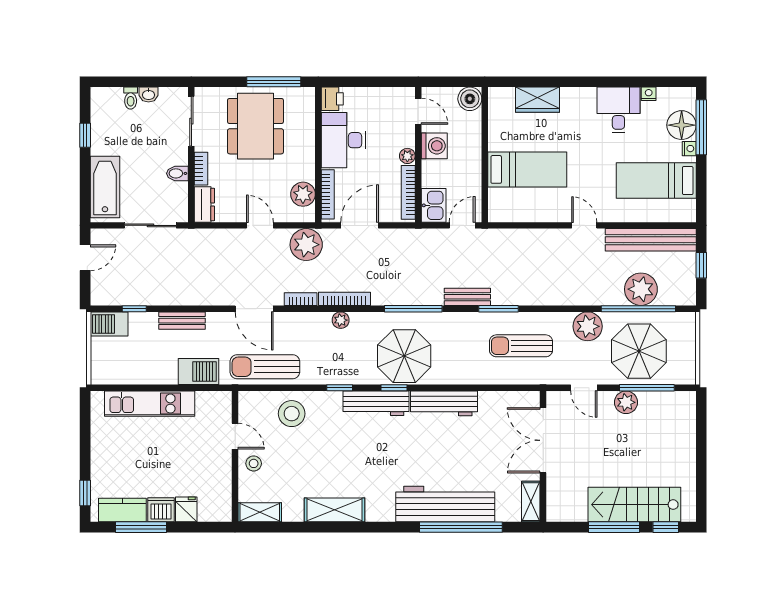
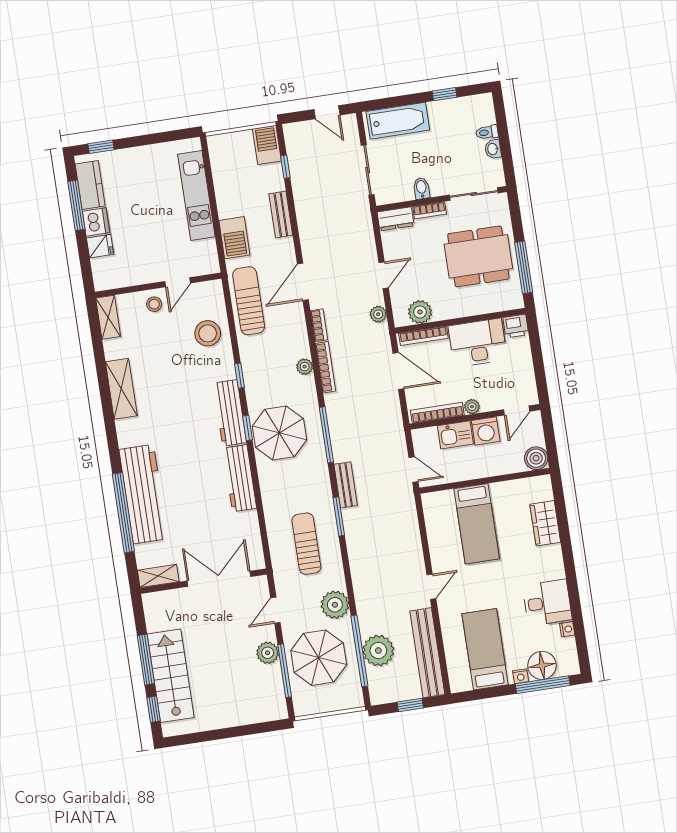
kitchen sink: (434, 205) -> (455, 435), moved
plant: (306, 245) -> (378, 314), width x0.53, depth x0.53

